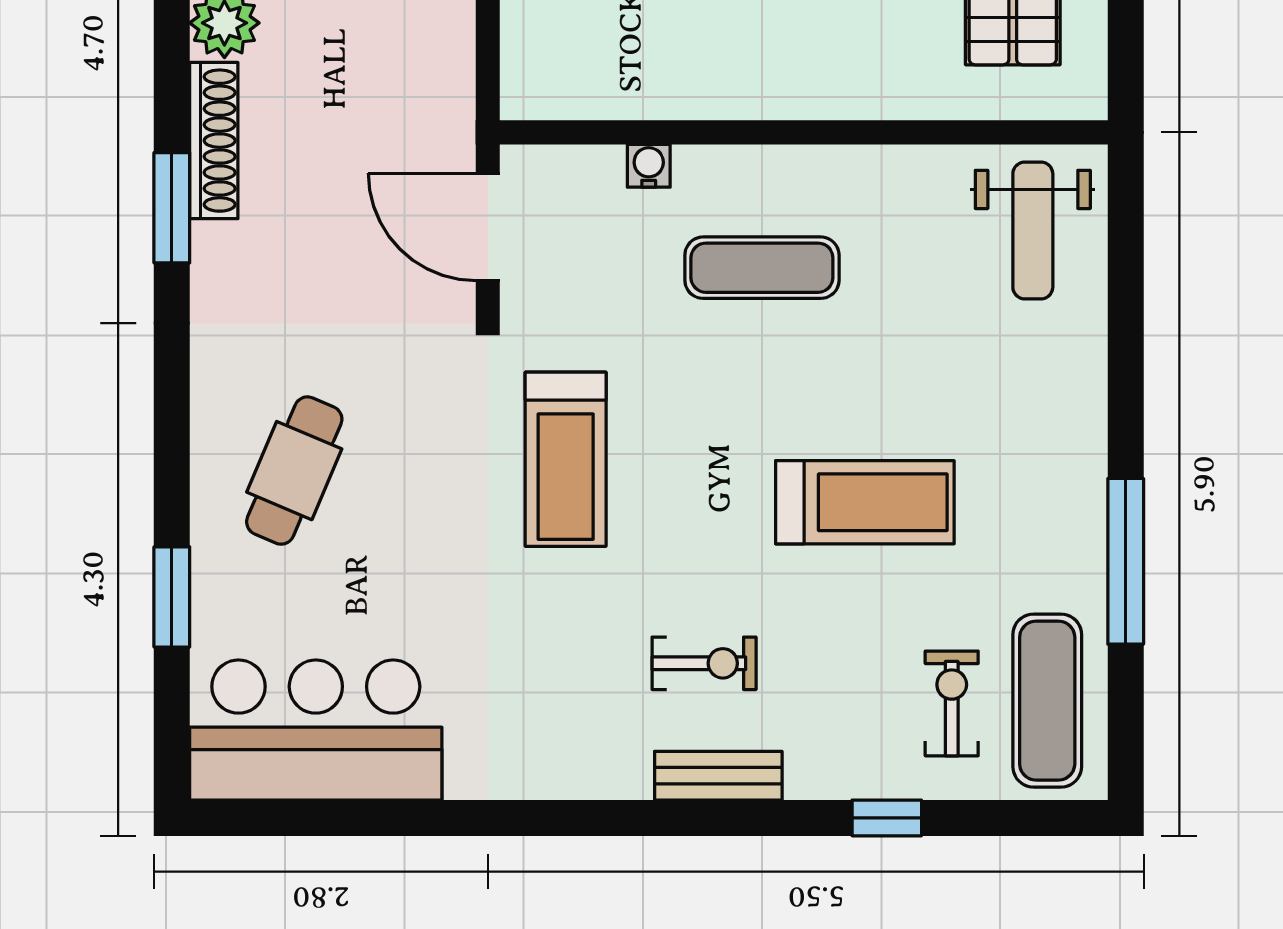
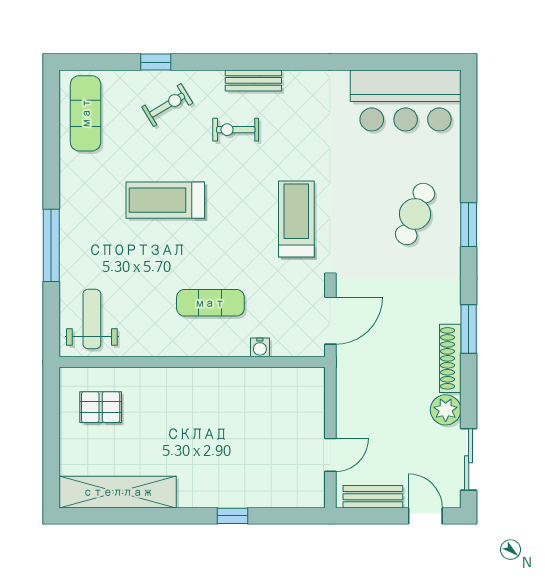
door: (488, 227) -> (330, 321), hinge flipped
window: (1126, 561) -> (51, 245), moved
window: (172, 597) -> (469, 225), moved
exercise bike: (952, 703) -> (167, 105), moved, turned -121
bench: (718, 776) -> (253, 80), moved

